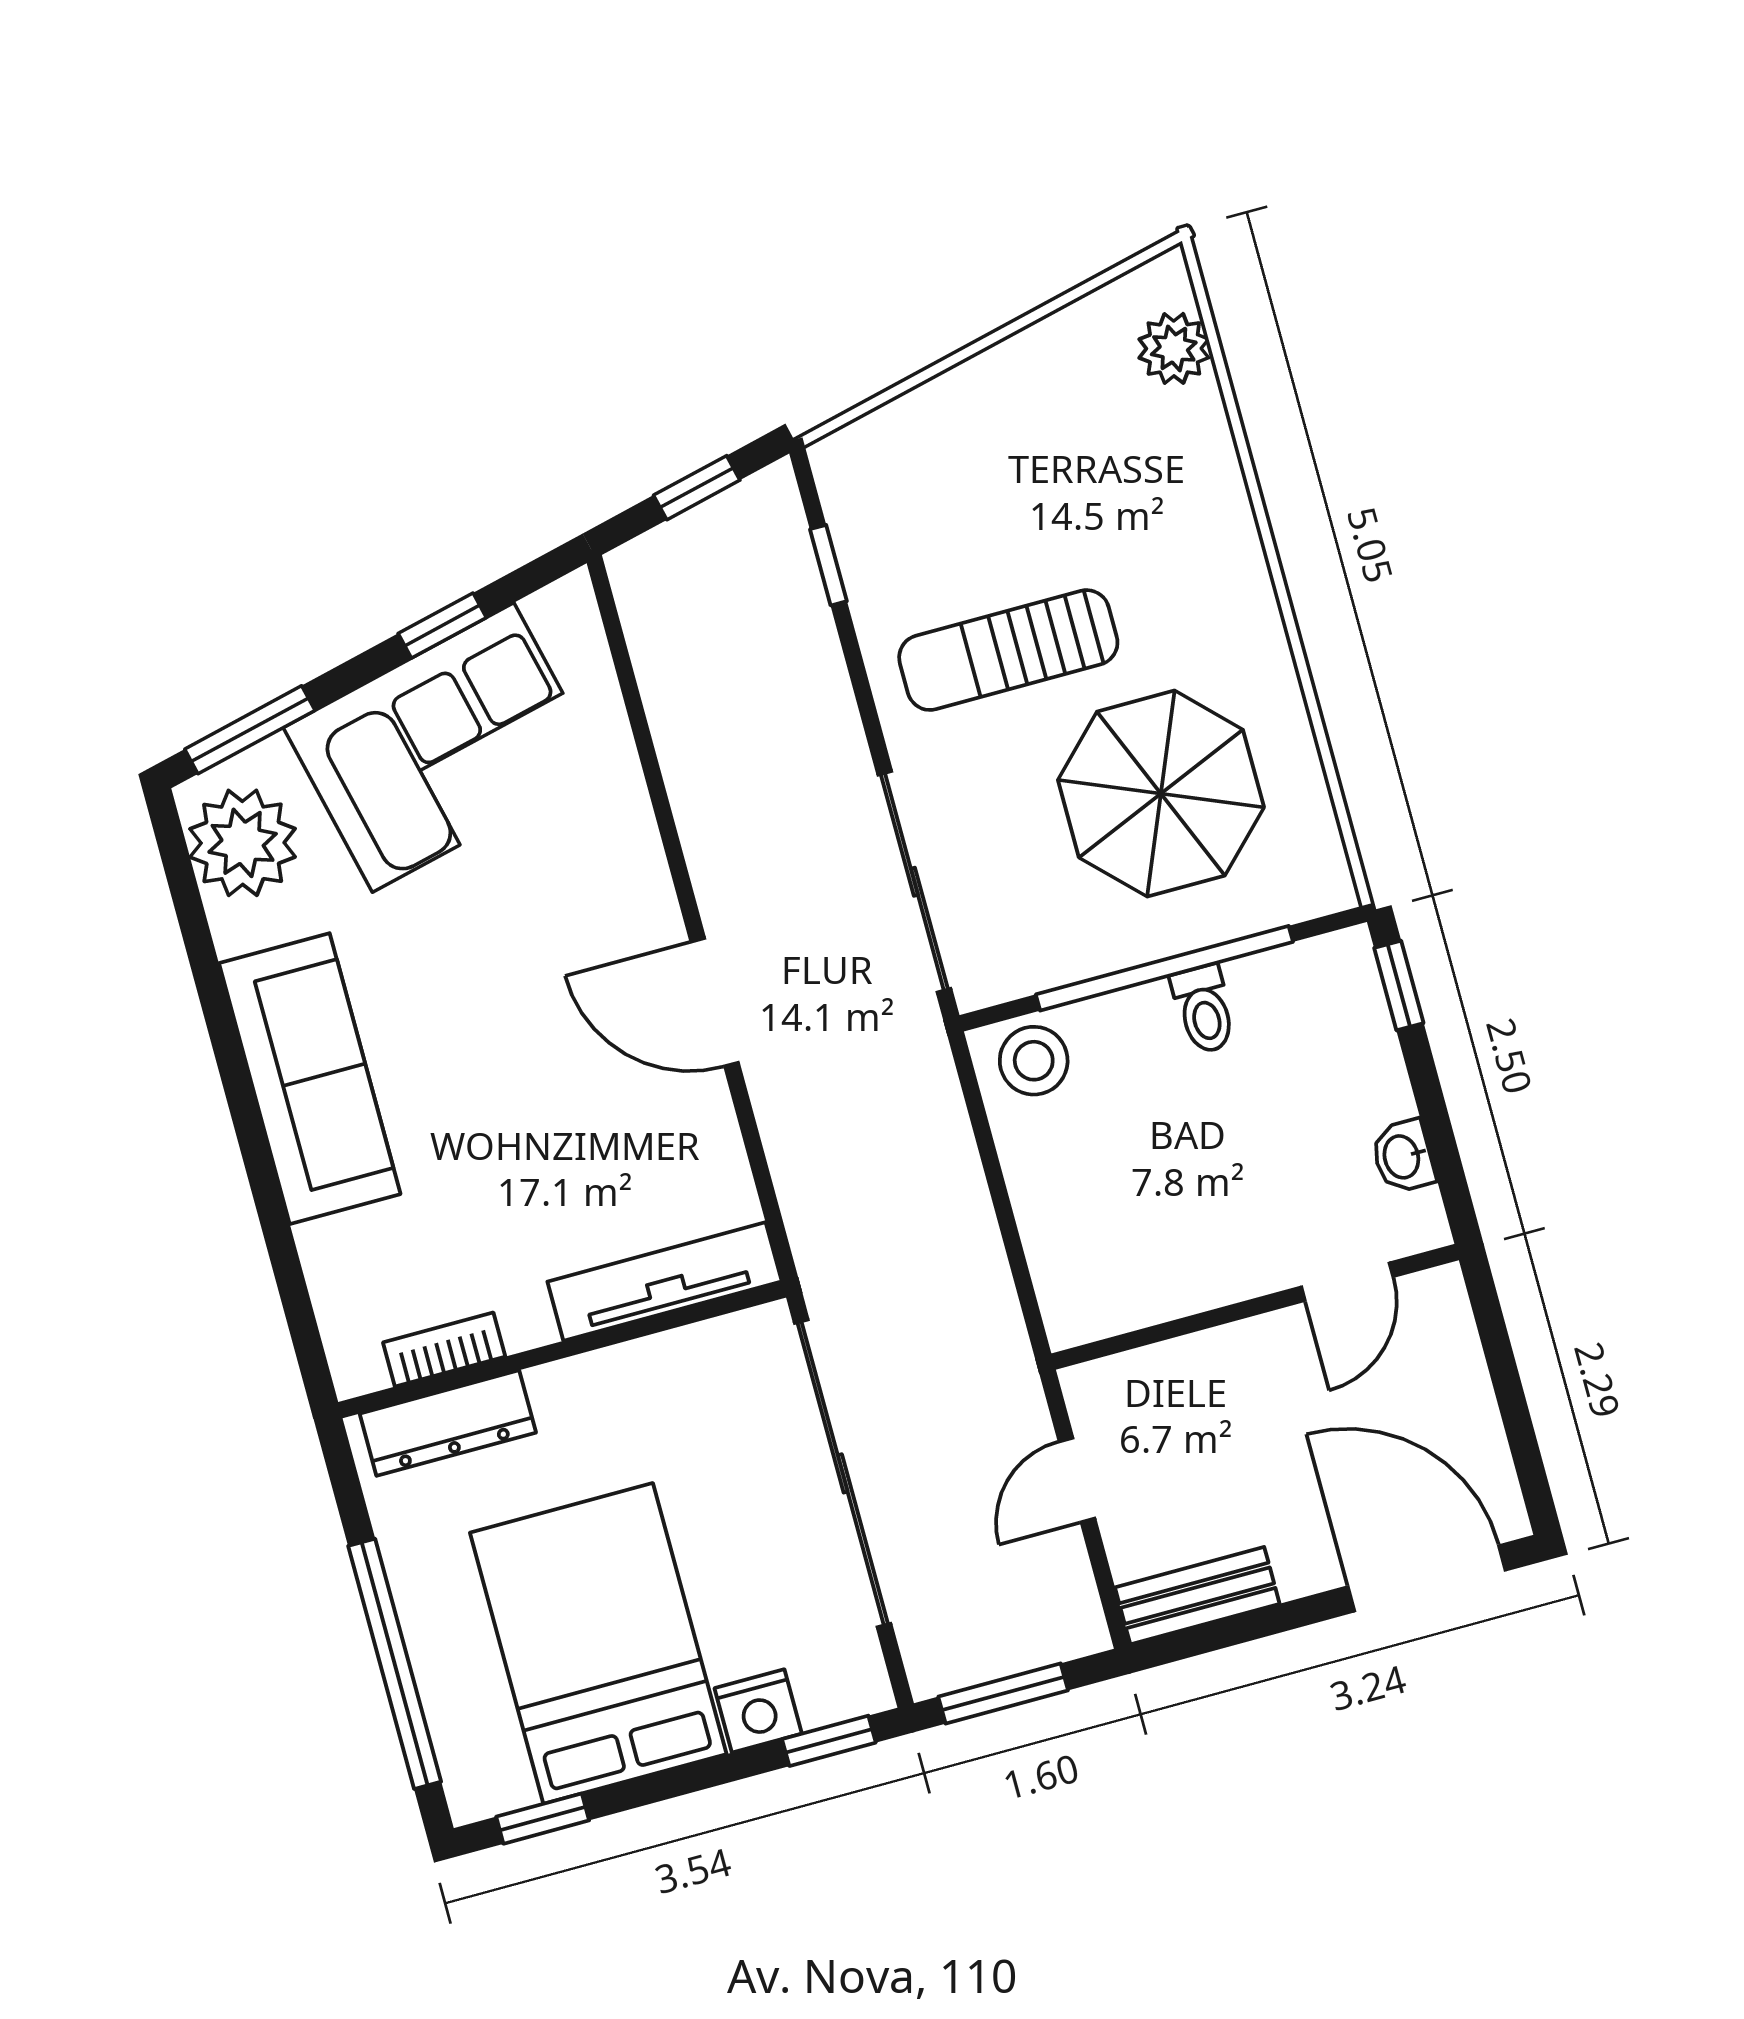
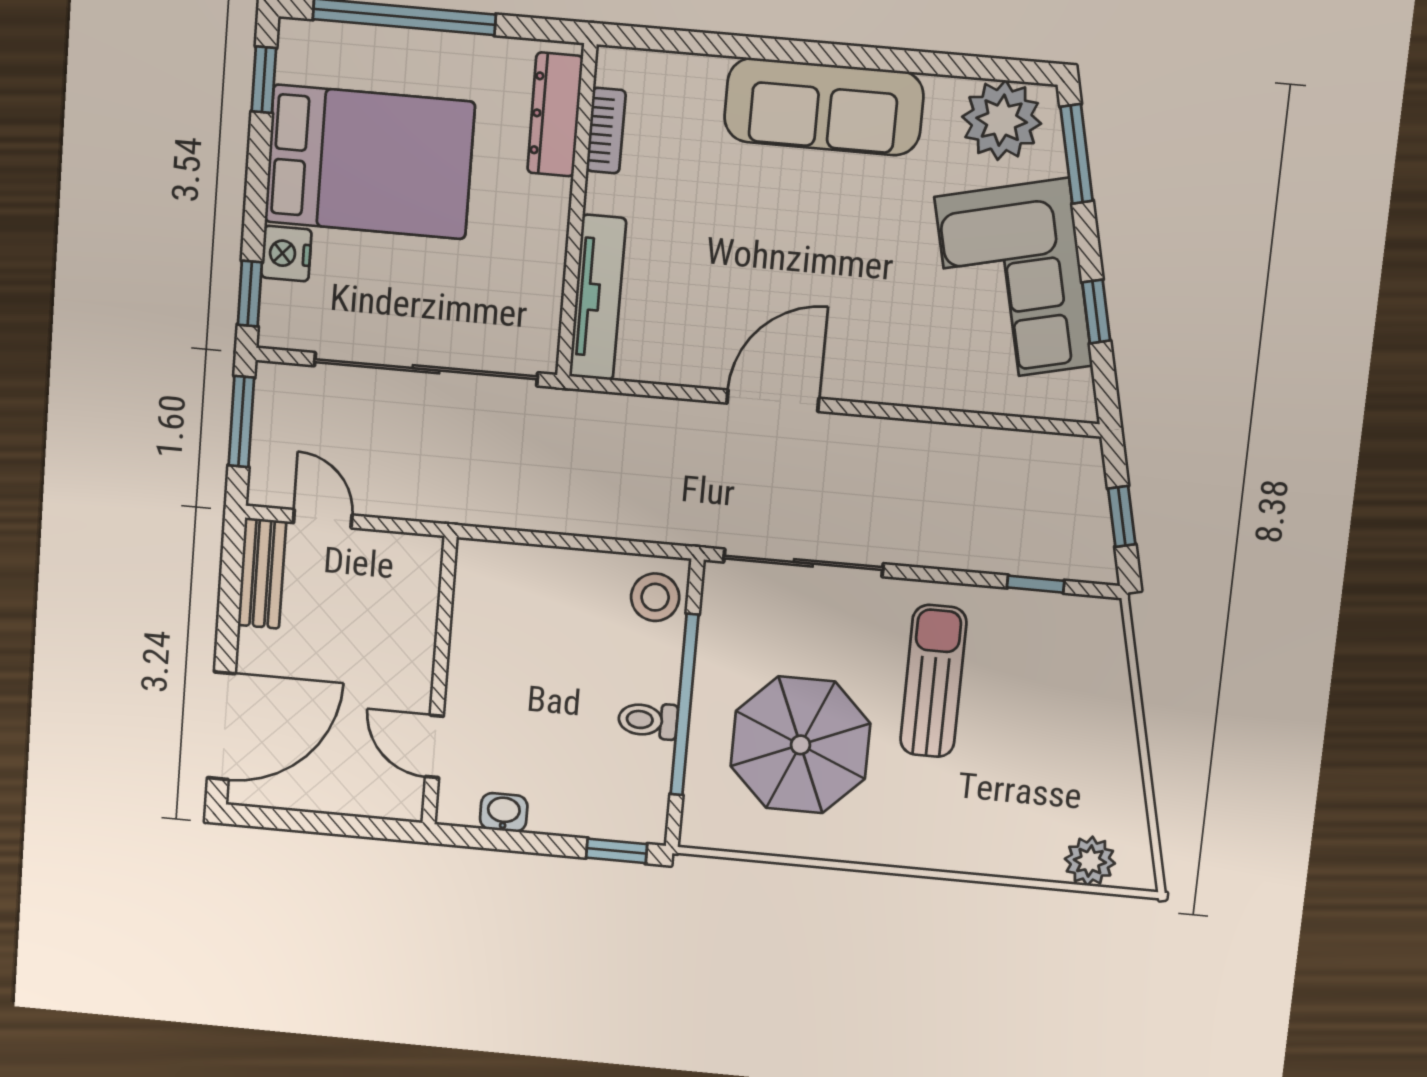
door: (1077, 1480) -> (323, 519), moved

